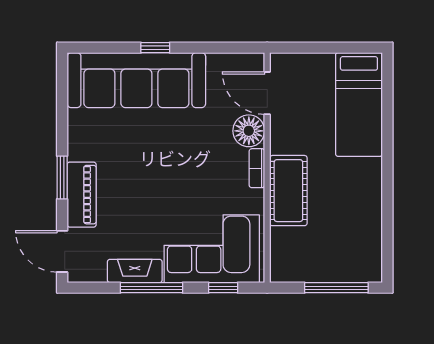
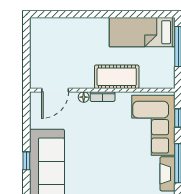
bed: (359, 104) -> (142, 32), moved, turned 180
floor lamp: (249, 131) -> (84, 97), width x0.53, depth x0.53

